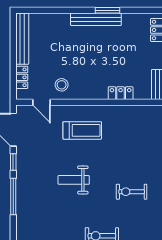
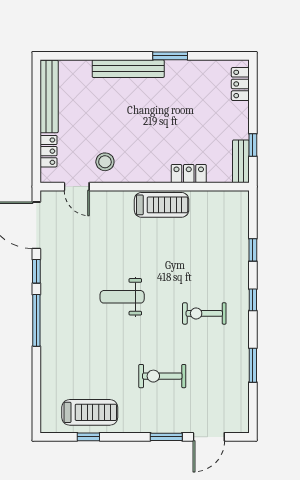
bench: (96, 19) -> (128, 69), moved
treadmill: (82, 130) -> (162, 205), moved

